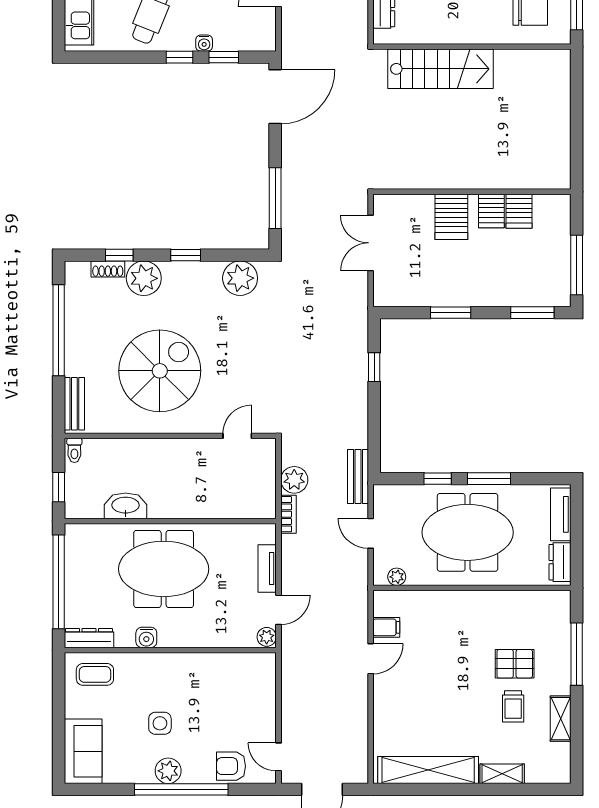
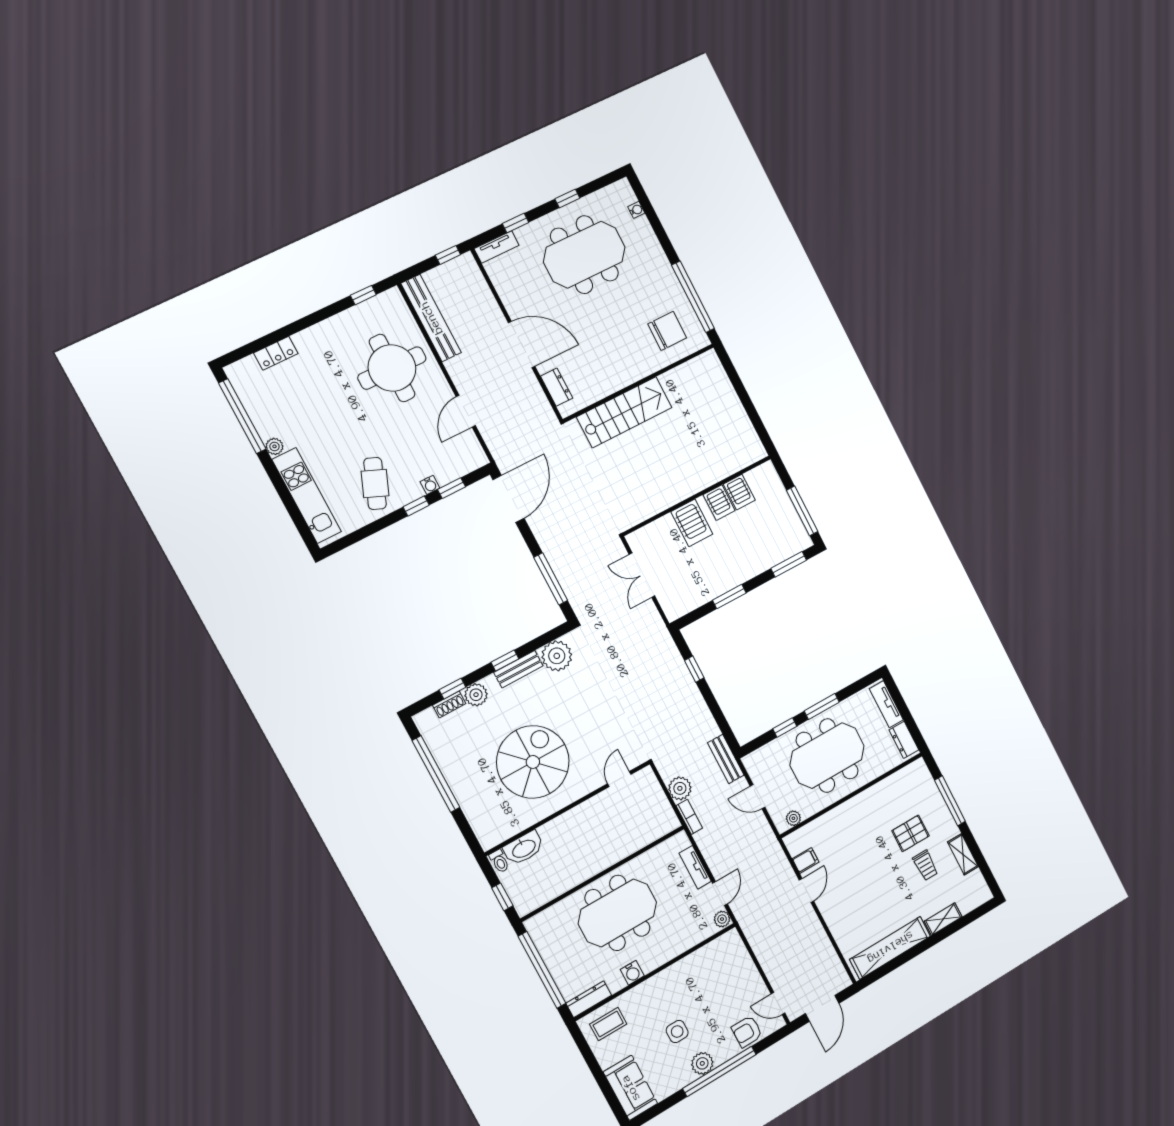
plant: (144, 278) -> (476, 695), width x0.73, depth x0.73
bench: (74, 404) -> (518, 669), moved, turned 90
washbasin: (125, 506) -> (524, 848), moved, turned 180

